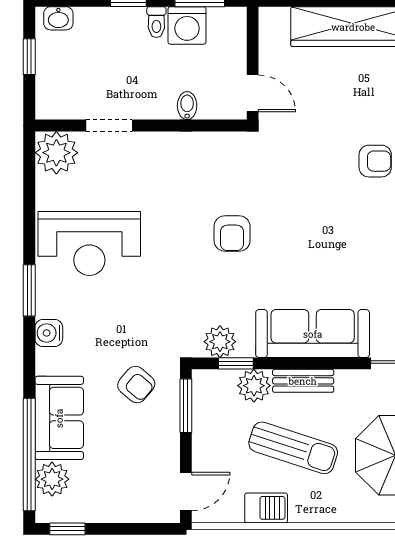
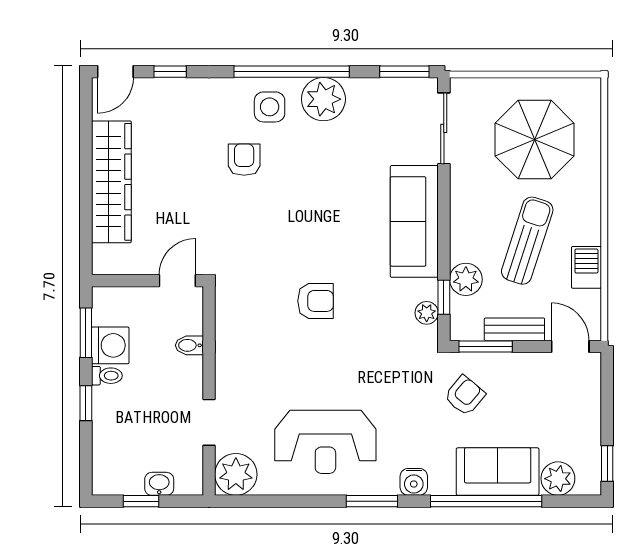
washbasin: (58, 18) -> (159, 484), moved, turned -90
reception desk: (89, 243) -> (325, 442), turned 90
plant: (220, 342) -> (427, 313), width x0.73, depth x0.73
bench: (303, 381) -> (514, 329), moved, turned 90
window: (29, 455) -> (486, 501), moved

